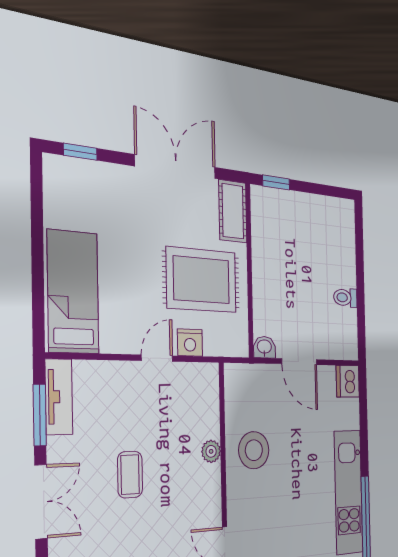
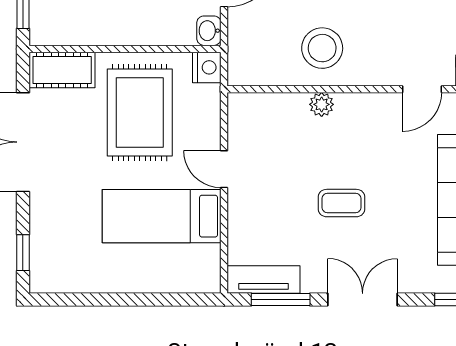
bed: (73, 292) -> (162, 216), moved
nightstand: (190, 343) -> (207, 67), moved

